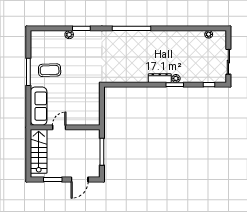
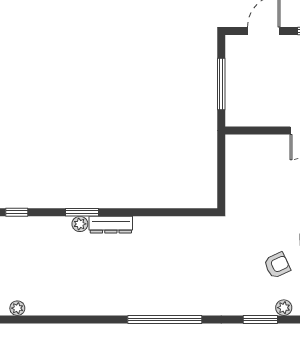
armchair: (73, 57) -> (277, 265), added

